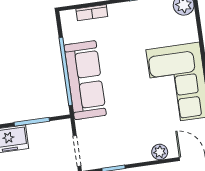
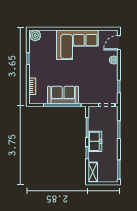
sofa: (85, 80) -> (63, 95), width x0.73

